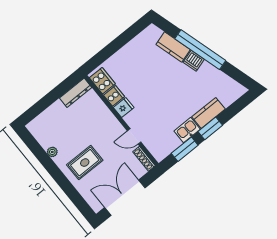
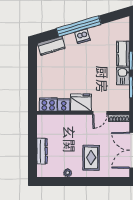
kitchen counter: (173, 47) -> (51, 46), moved
dresser: (76, 93) -> (42, 151), moved
fridge: (124, 108) -> (81, 103), width x1.88, depth x1.34

